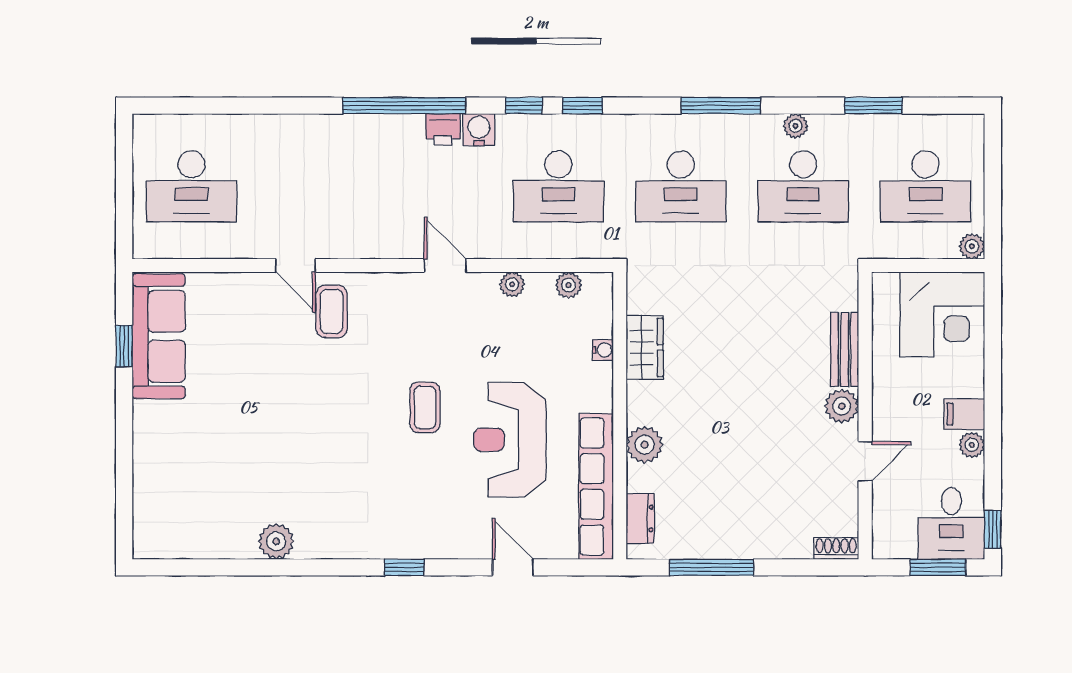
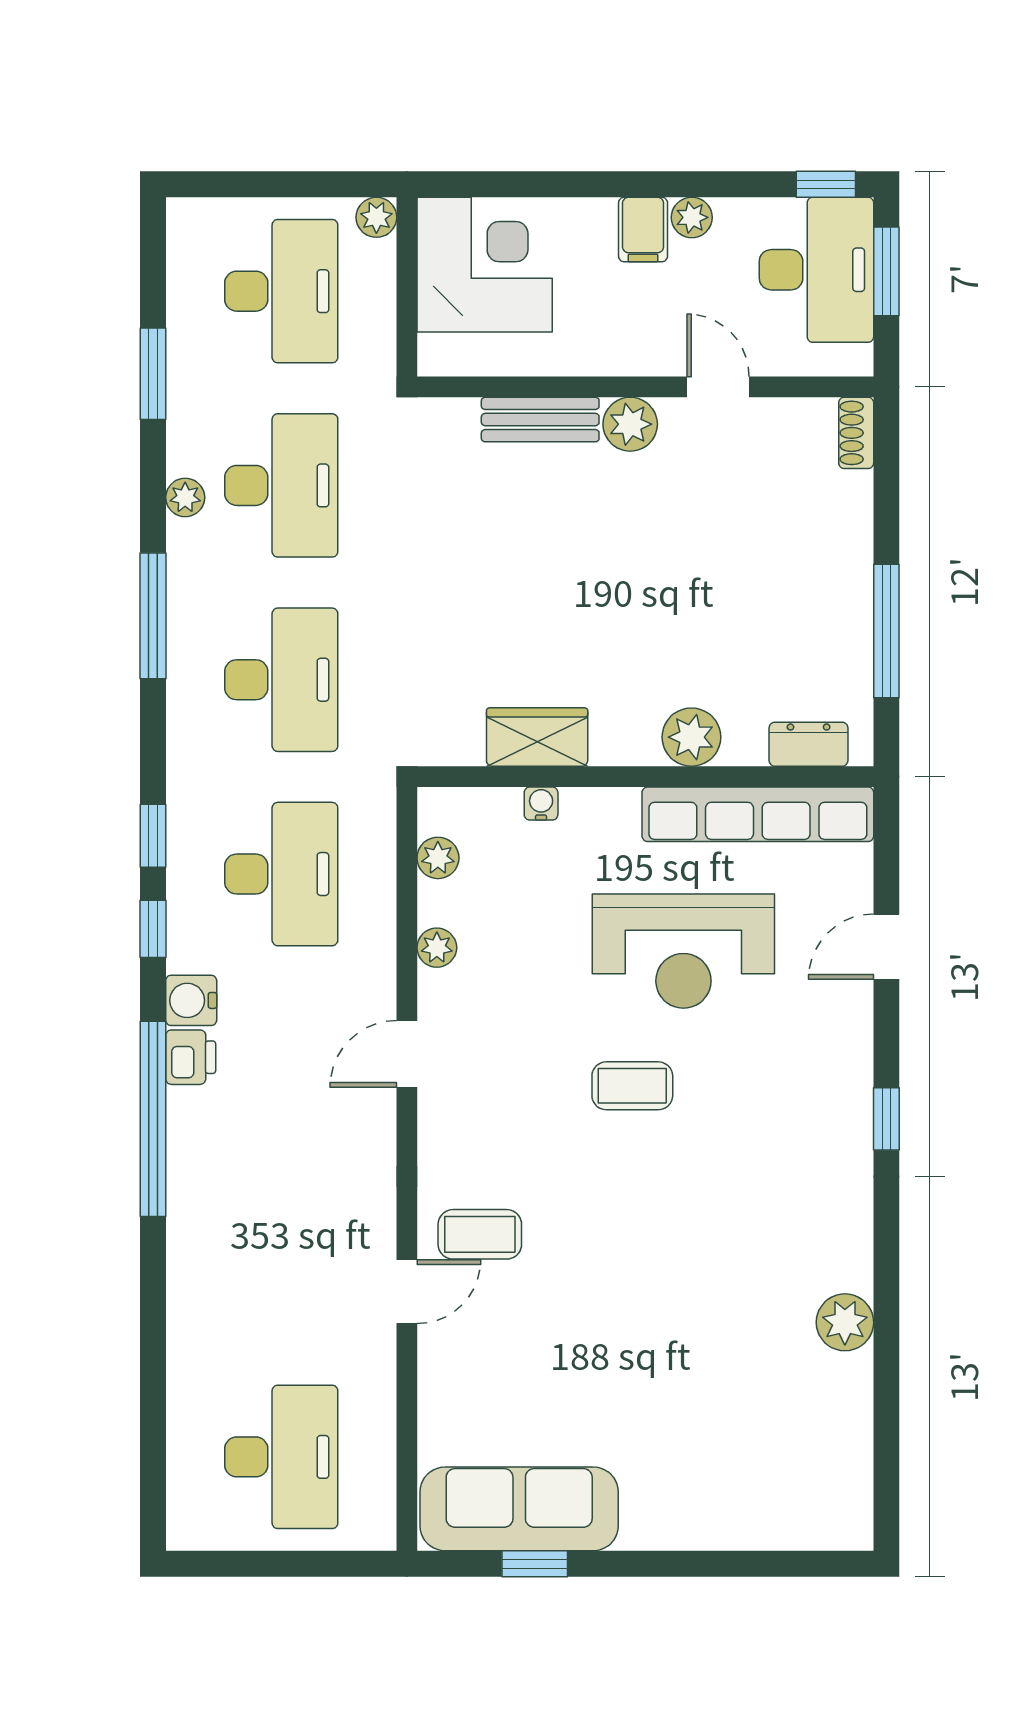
desk: (951, 523) -> (816, 270), width x1.37

